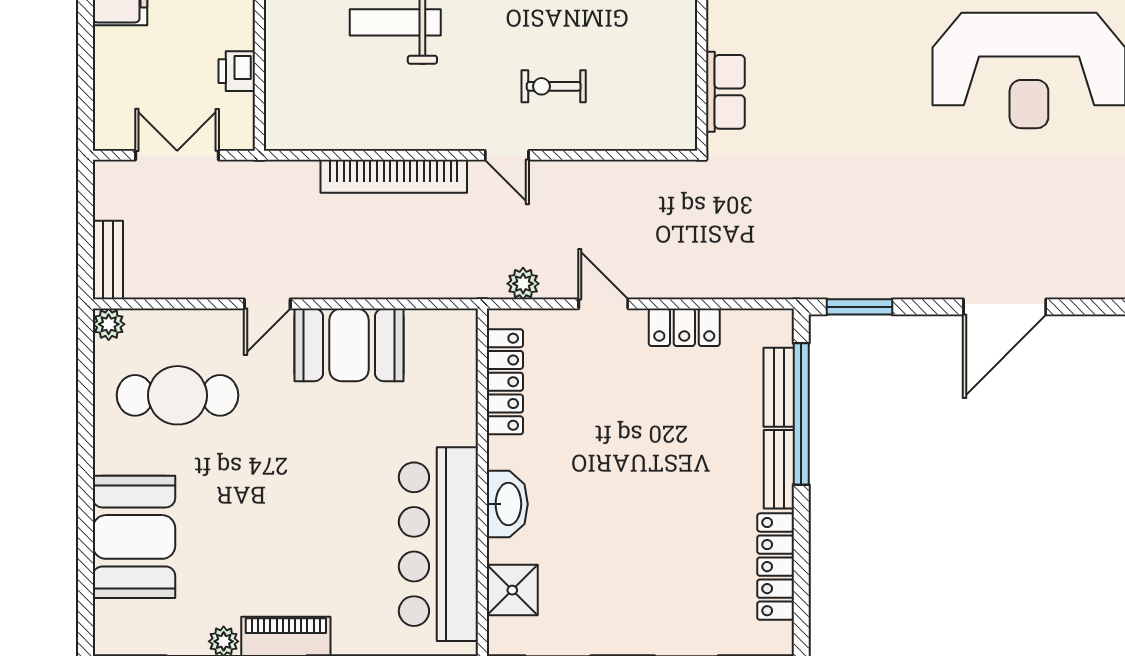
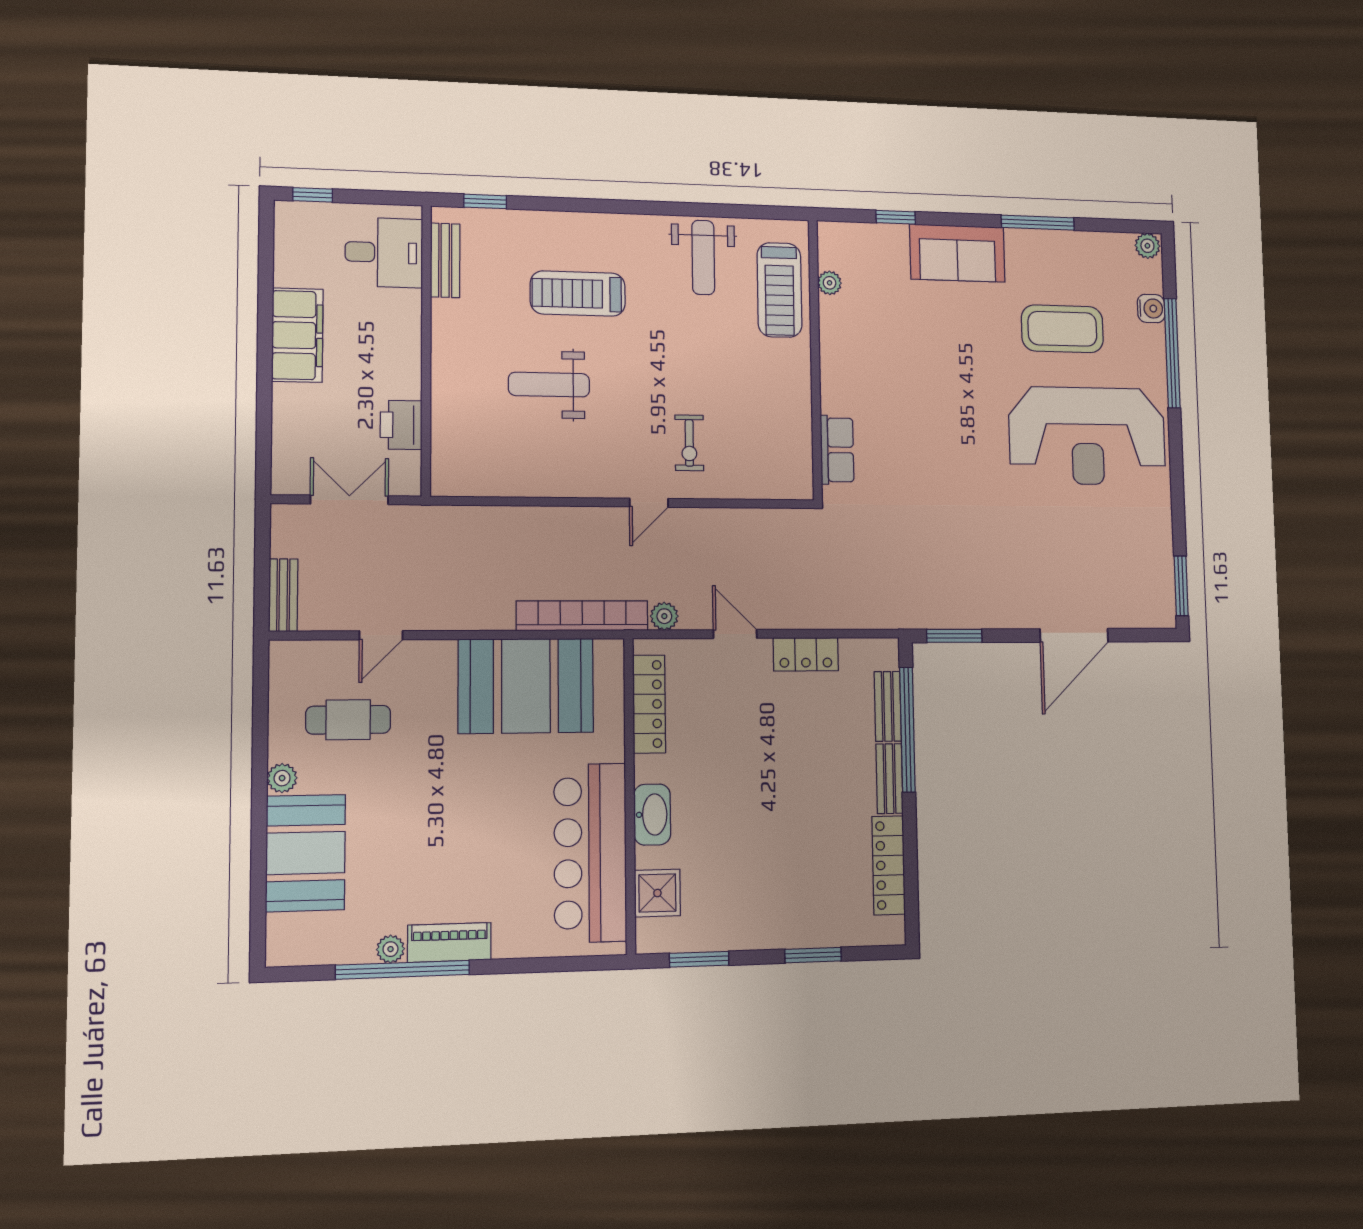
printer: (237, 71) -> (401, 425), width x1.36, depth x1.24
exercise bike: (554, 86) -> (689, 443), turned -90
door: (507, 155) -> (649, 503), hinge flipped
bookcase: (394, 176) -> (582, 616), moved, turned 180
door: (267, 304) -> (381, 635), moved
plant: (109, 324) -> (282, 778), moved
booth: (349, 345) -> (526, 686), width x1.36, depth x1.42
cafe table: (178, 395) -> (348, 720), width x0.73, depth x0.74

